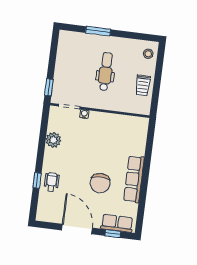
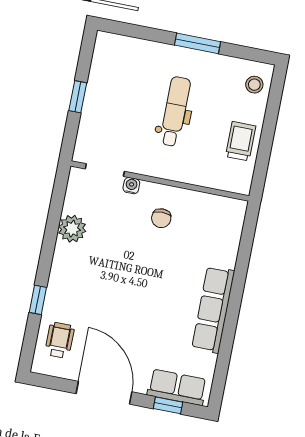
window: (98, 31) -> (197, 43), moved
trolley: (143, 85) -> (241, 141), turned 180
window: (49, 87) -> (78, 97), moved
wheelchair: (52, 182) -> (60, 340), moved
chair: (100, 183) -> (161, 218), moved, width x0.54, depth x0.54

